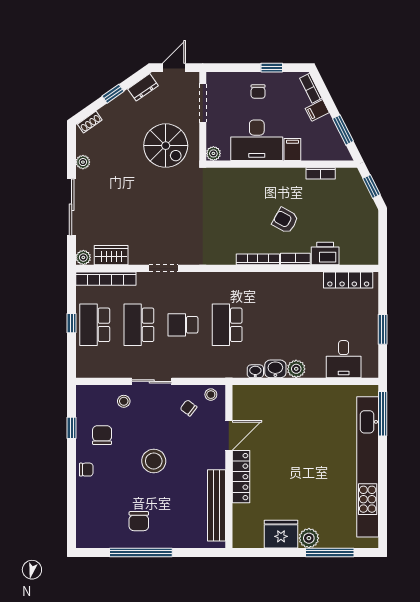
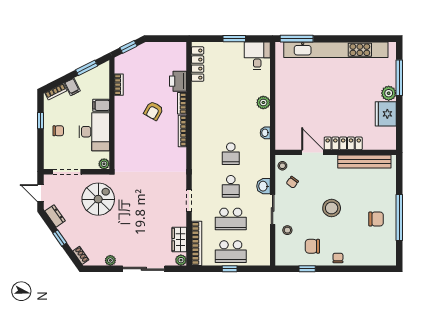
school desk: (227, 325) -> (231, 154), width x0.54
desk: (344, 359) -> (257, 56), moved, turned -90
washbasin: (275, 369) -> (263, 186), moved

